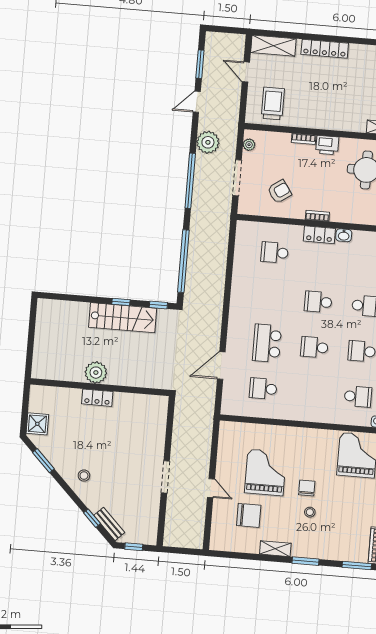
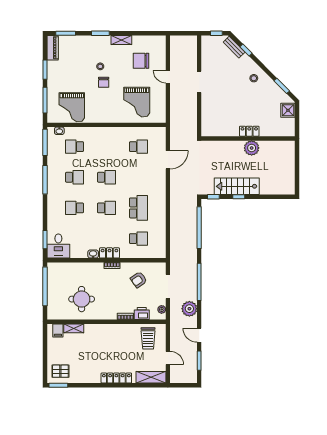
door: (197, 102) -> (199, 335), swing flipped
printer: (327, 145) -> (142, 314), moved
school desk: (267, 343) -> (138, 208), moved
grand piano: (265, 472) -> (137, 102), moved

